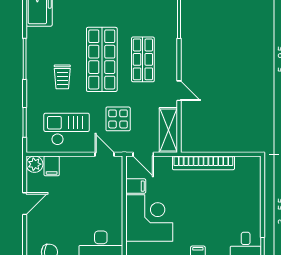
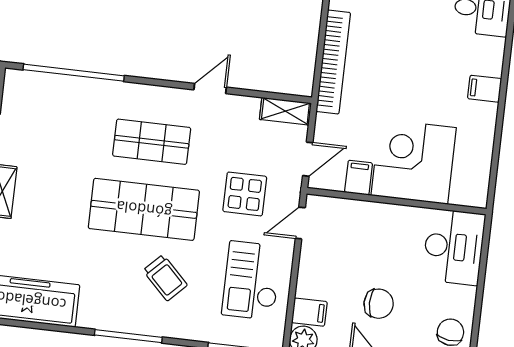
trolley: (62, 77) -> (165, 278), turned 45
shelving: (168, 130) -> (285, 111), width x0.67, depth x0.75
chair: (62, 207) -> (379, 304), added

